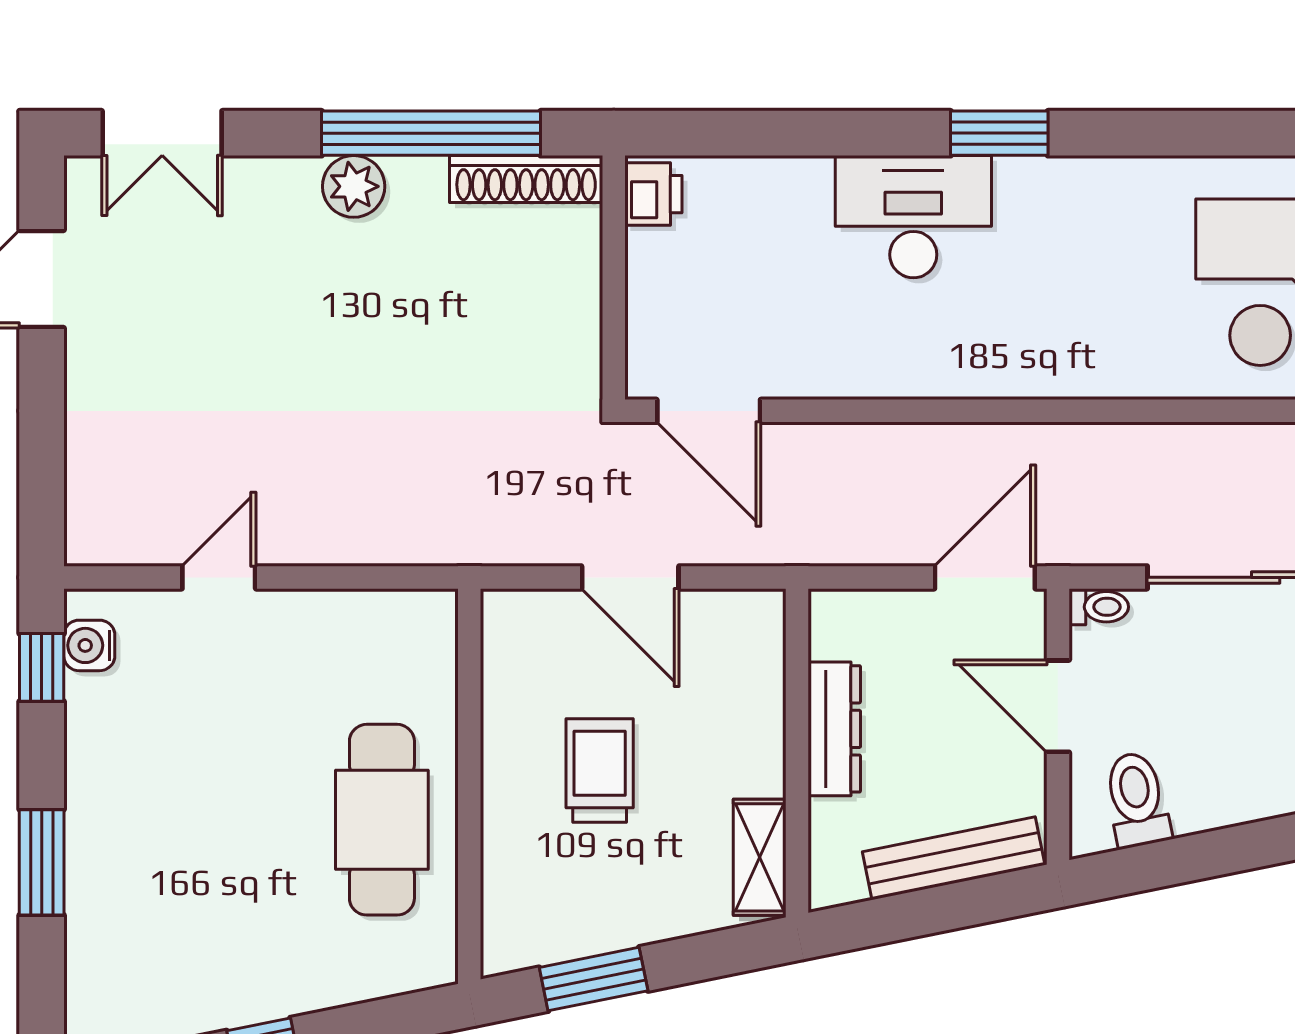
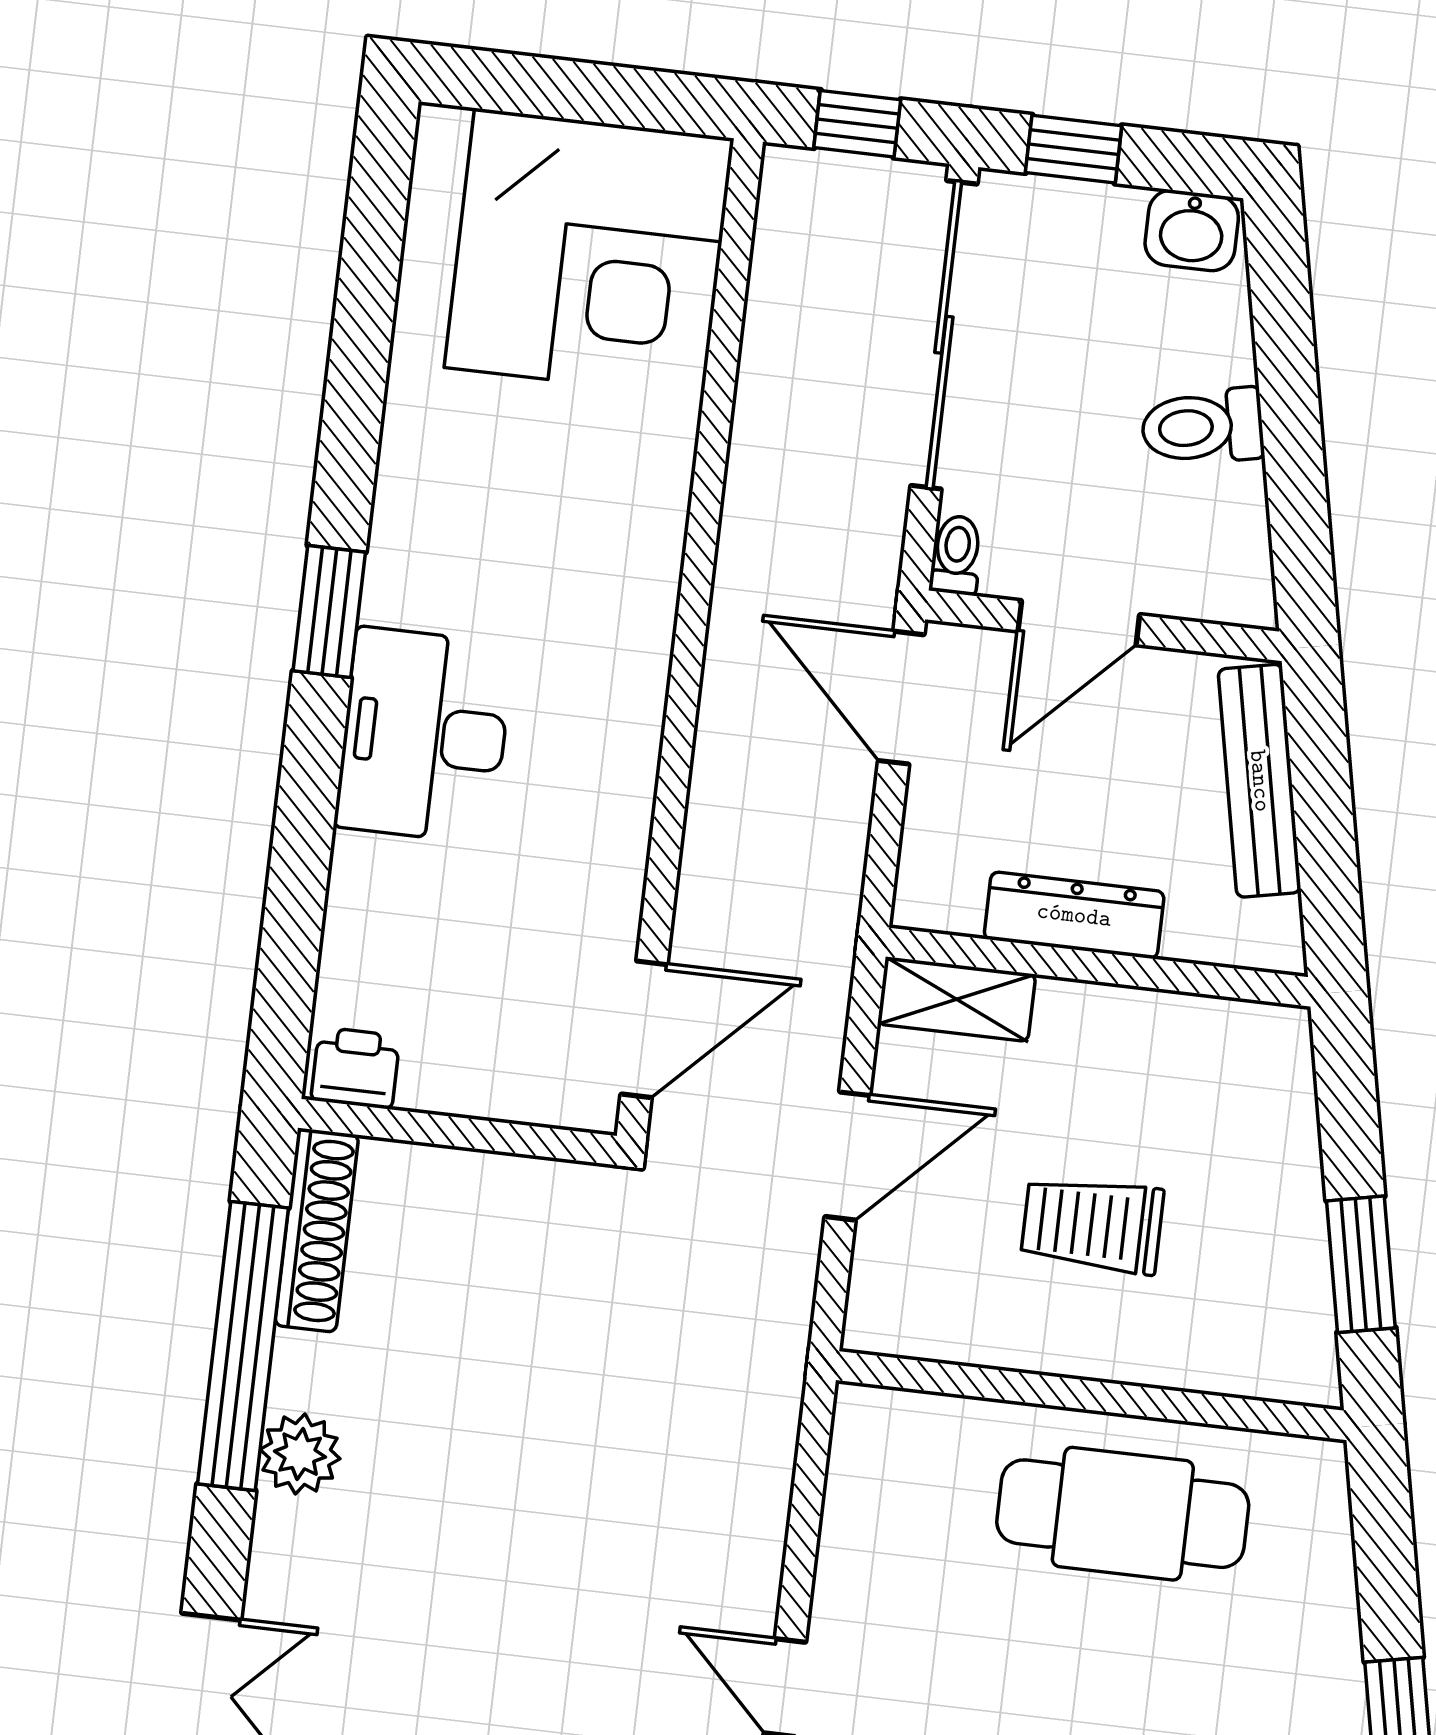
toilet: (1137, 800) -> (1203, 427), moved
shelving: (760, 857) -> (957, 999), moved

